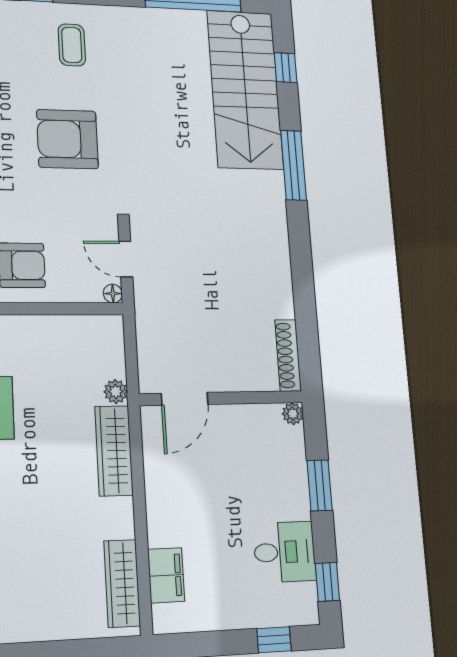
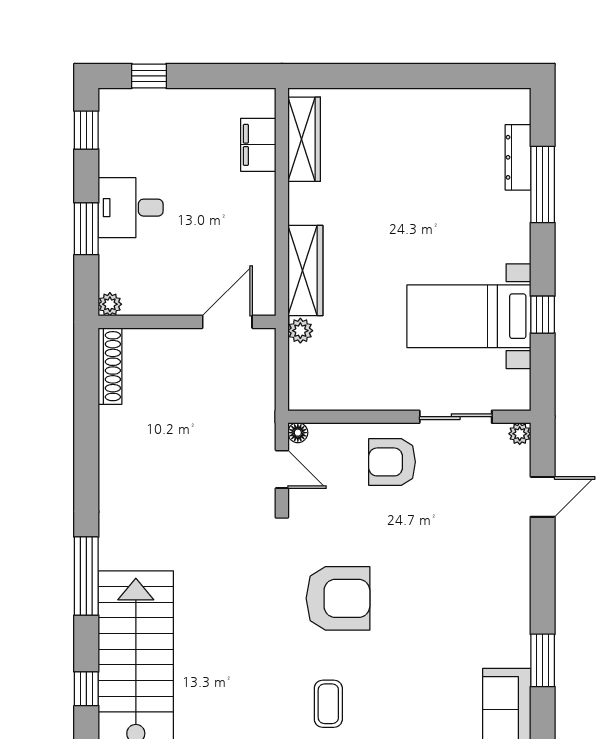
desk: (285, 552) -> (131, 208), moved

